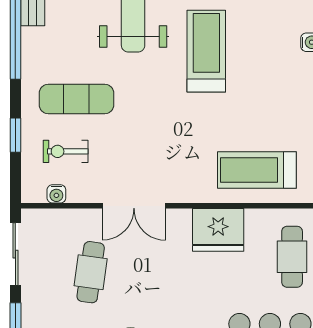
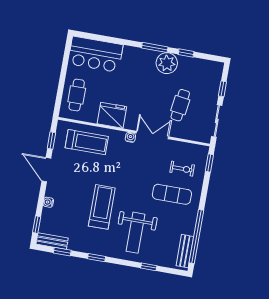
treadmill: (206, 51) -> (102, 207), turned 180
window: (15, 135) -> (209, 163), moved
water cooler: (56, 194) -> (130, 137), moved

